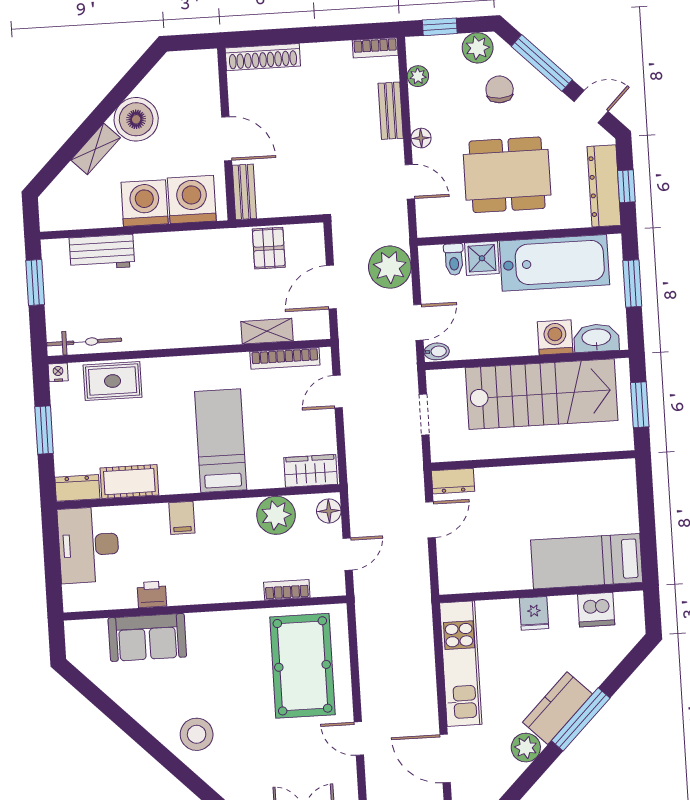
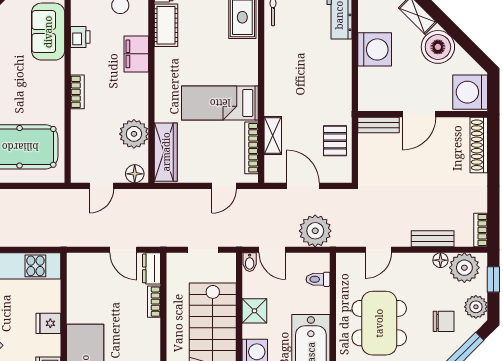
plant: (418, 76) -> (464, 268), width x1.87, depth x1.87
floor lamp: (421, 138) -> (440, 260), moved
washing machine: (192, 200) -> (470, 92), moved, turned 180
pallet: (269, 248) -> (335, 141), turned 90
shower: (482, 258) -> (254, 311), moved
door: (338, 392) -> (224, 186), swing flipped
bed: (221, 441) -> (220, 103), moved, turned 180
wardrobe: (311, 471) -> (166, 152), width x1.50
bookcase: (497, 475) -> (154, 302), added
filing cabinet: (182, 518) -> (136, 54), width x2.00
door: (348, 554) -> (101, 186), hinge flipped
bookcase: (287, 590) -> (77, 92), moved

